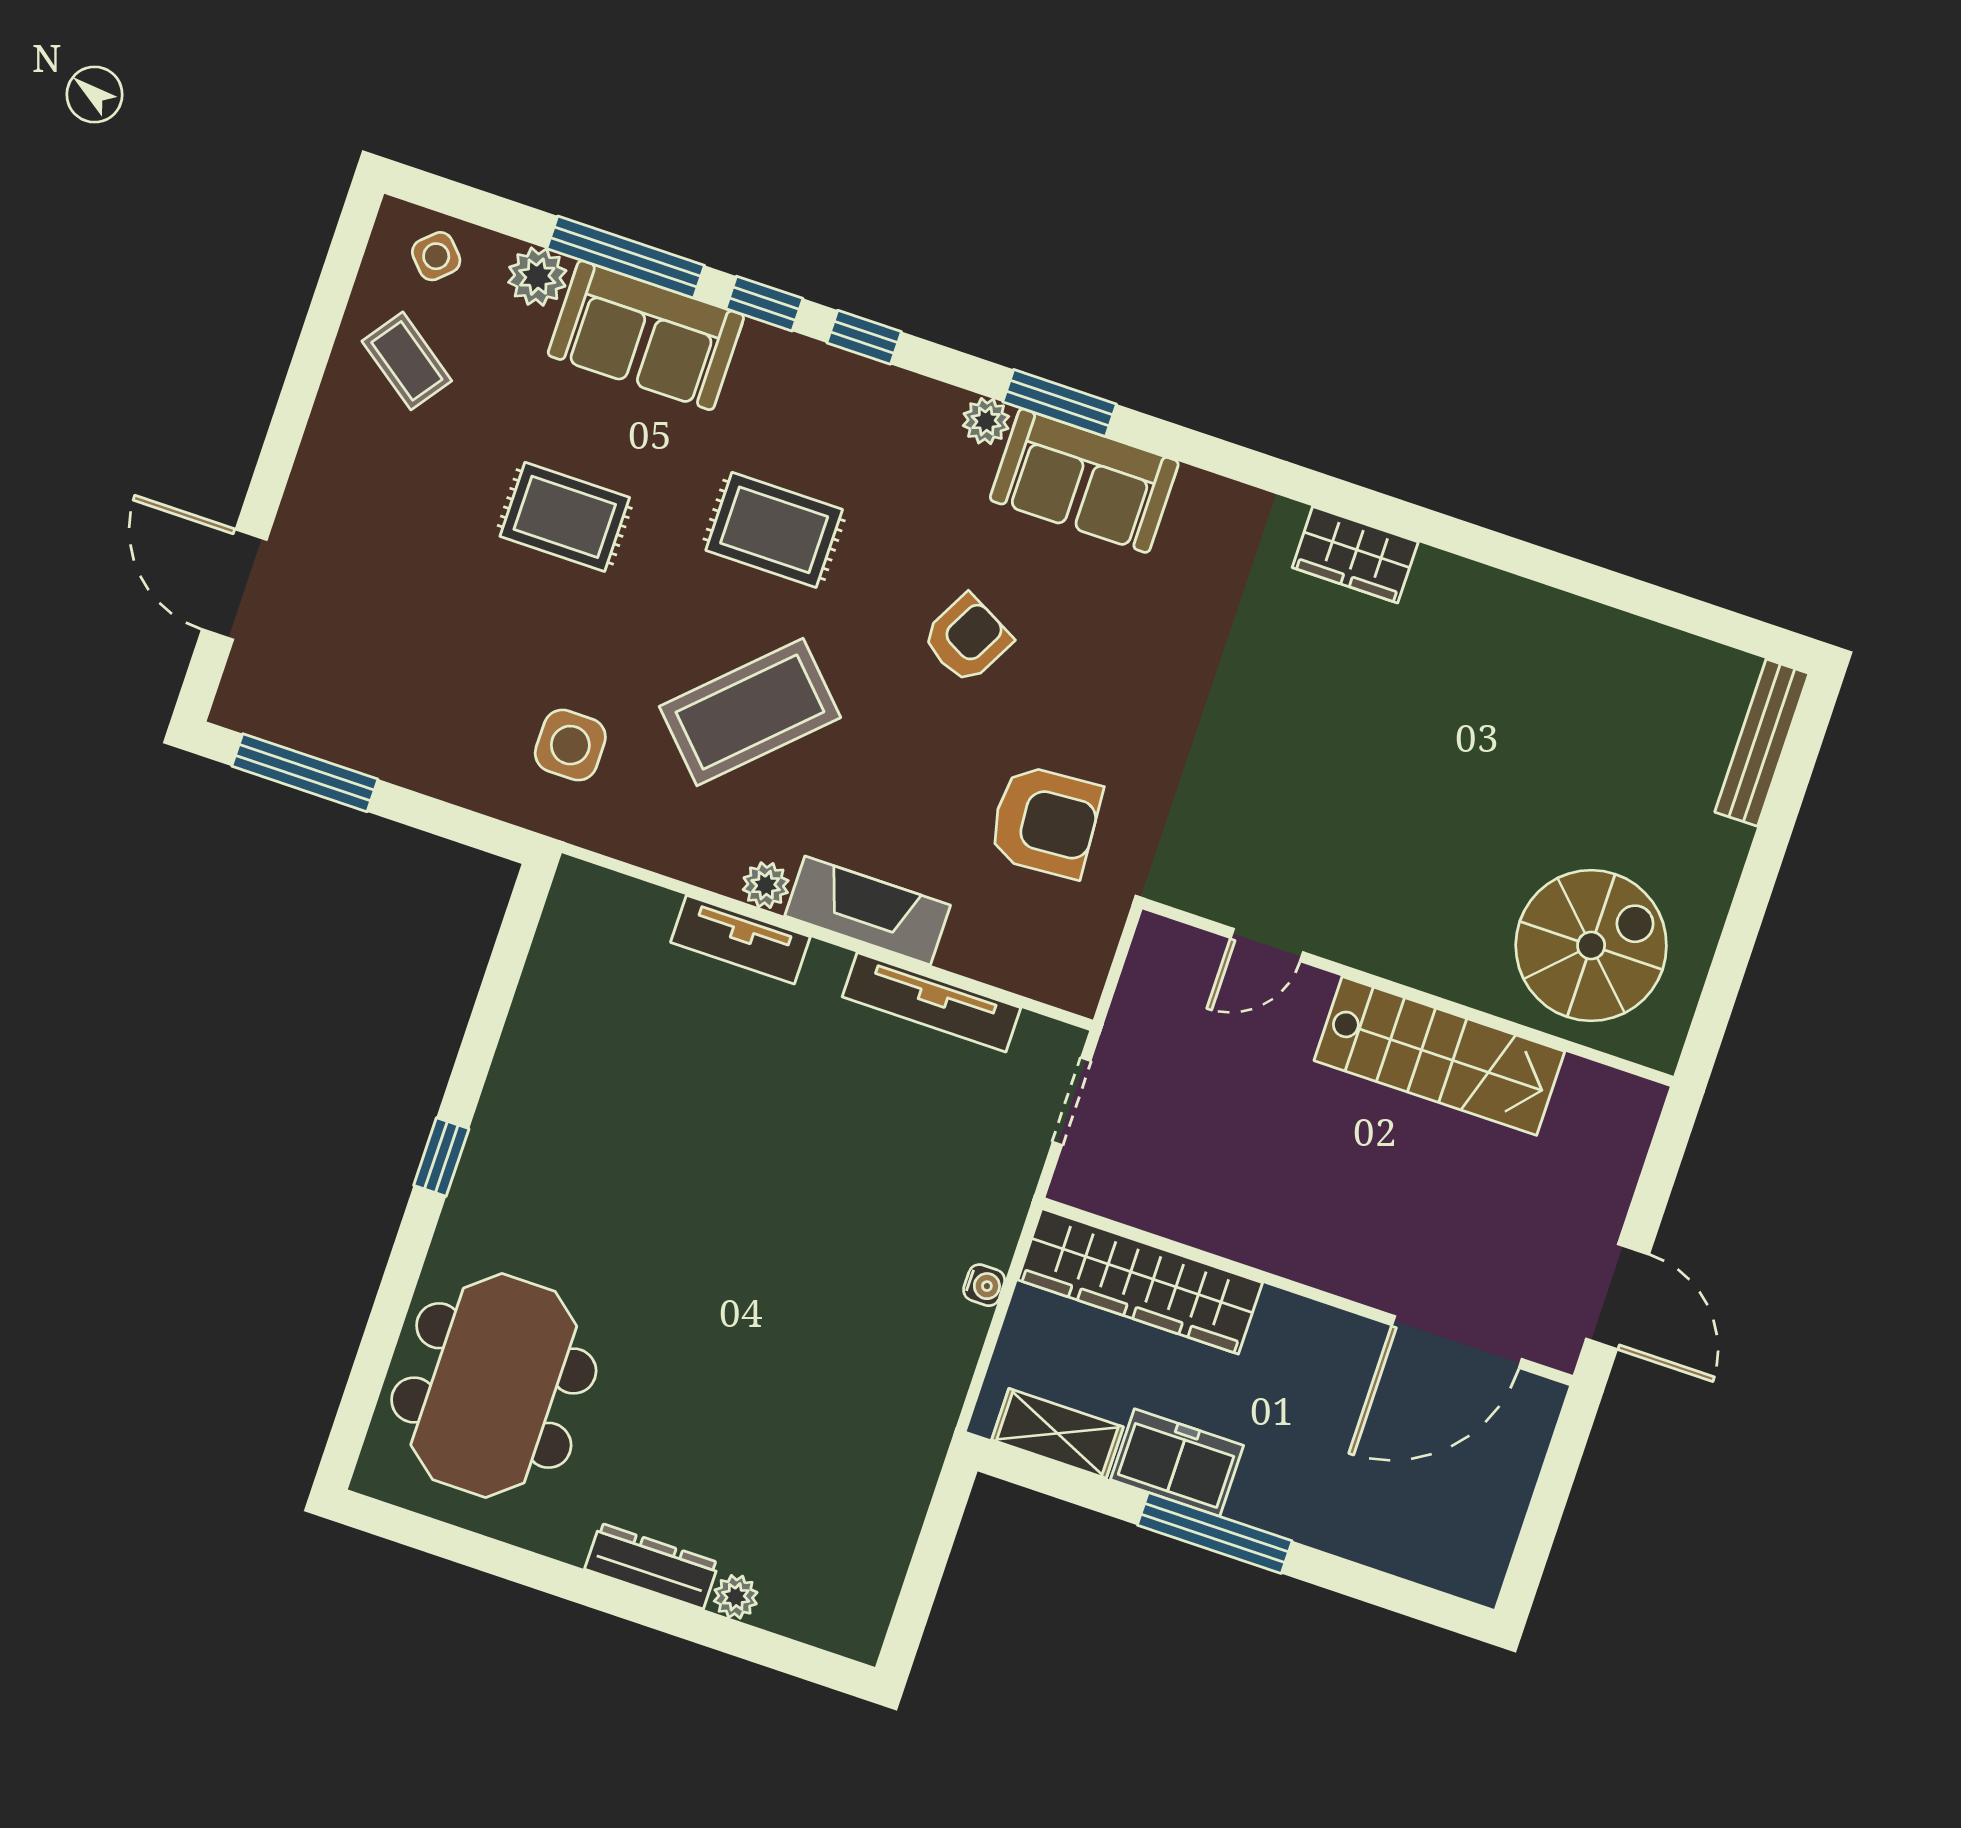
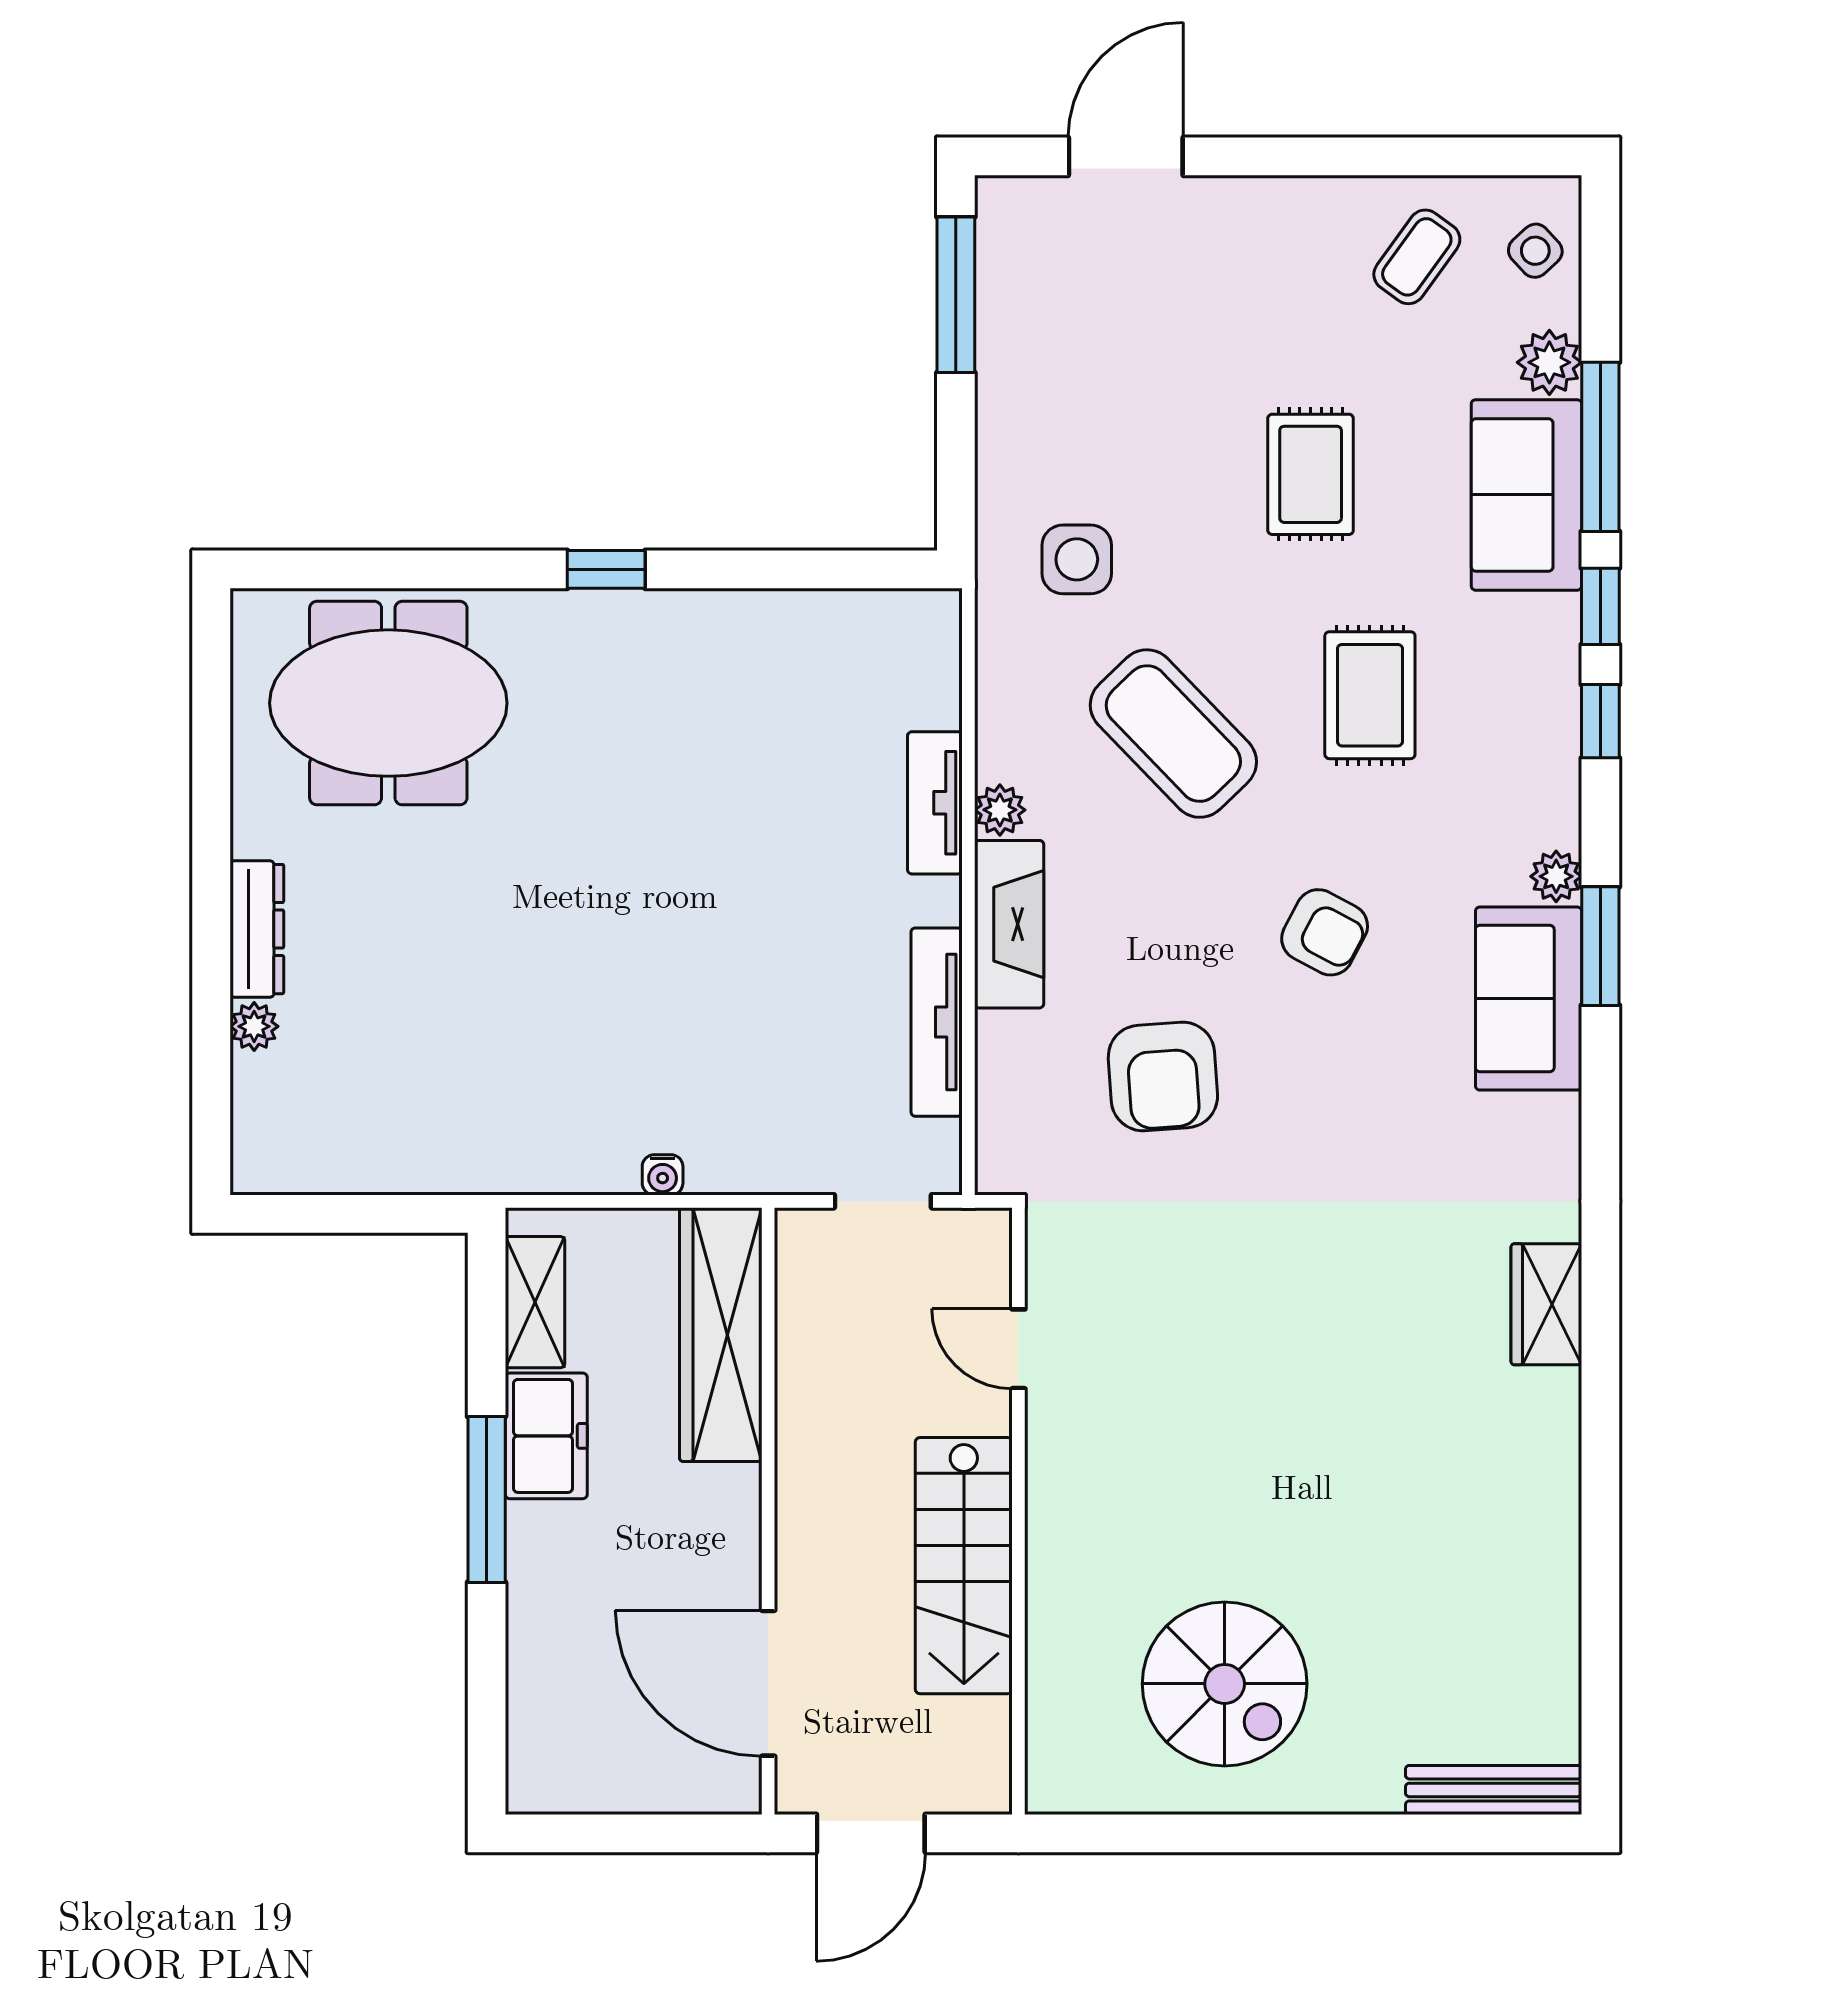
door: (1267, 945) -> (1018, 1349), moved
wall: (1408, 993) -> (1018, 1511), moved
stairs: (1439, 1056) -> (964, 1566), moved

